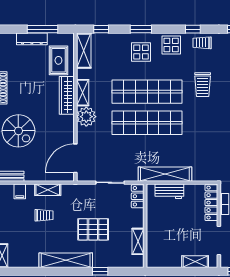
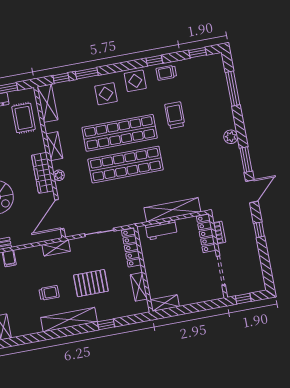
window: (141, 29) -> (87, 73), moved
trolley: (203, 85) -> (175, 115), turned 180
wardrobe: (67, 95) -> (43, 173), moved
plant: (86, 117) -> (59, 175), width x0.53, depth x0.53
shelving: (165, 174) -> (172, 210), moved
shelving: (48, 190) -> (56, 248), moved
locker: (138, 196) -> (131, 248), width x1.53
trolley: (44, 215) -> (49, 293), moved
shelving: (195, 262) -> (165, 303), moved

